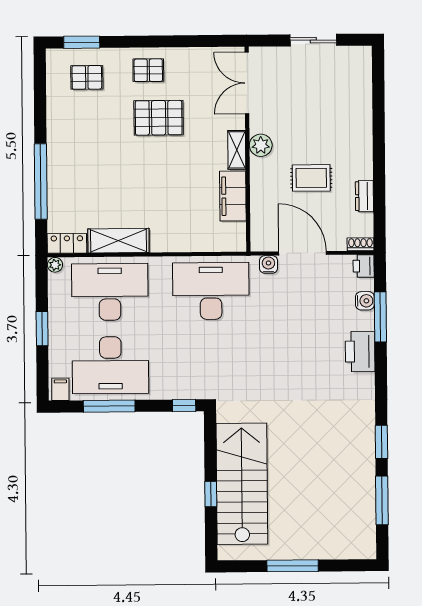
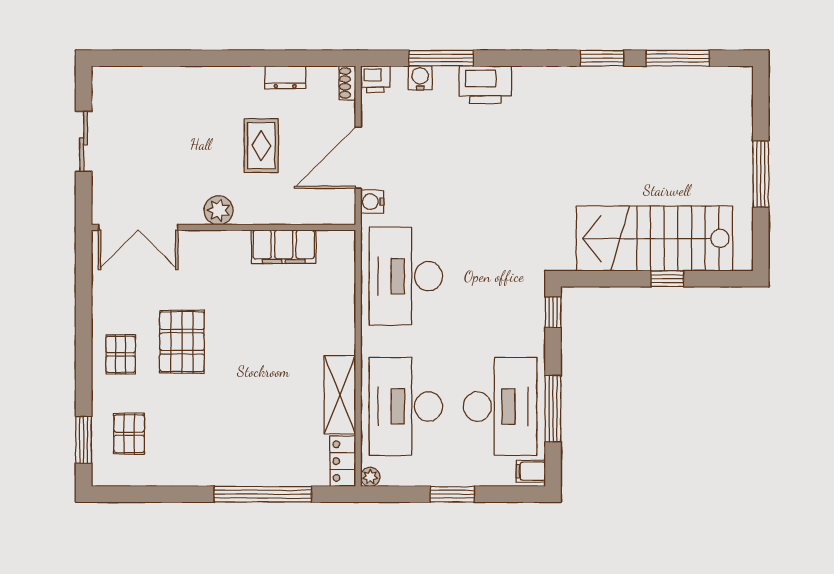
shelving: (237, 150) -> (224, 241), removed

